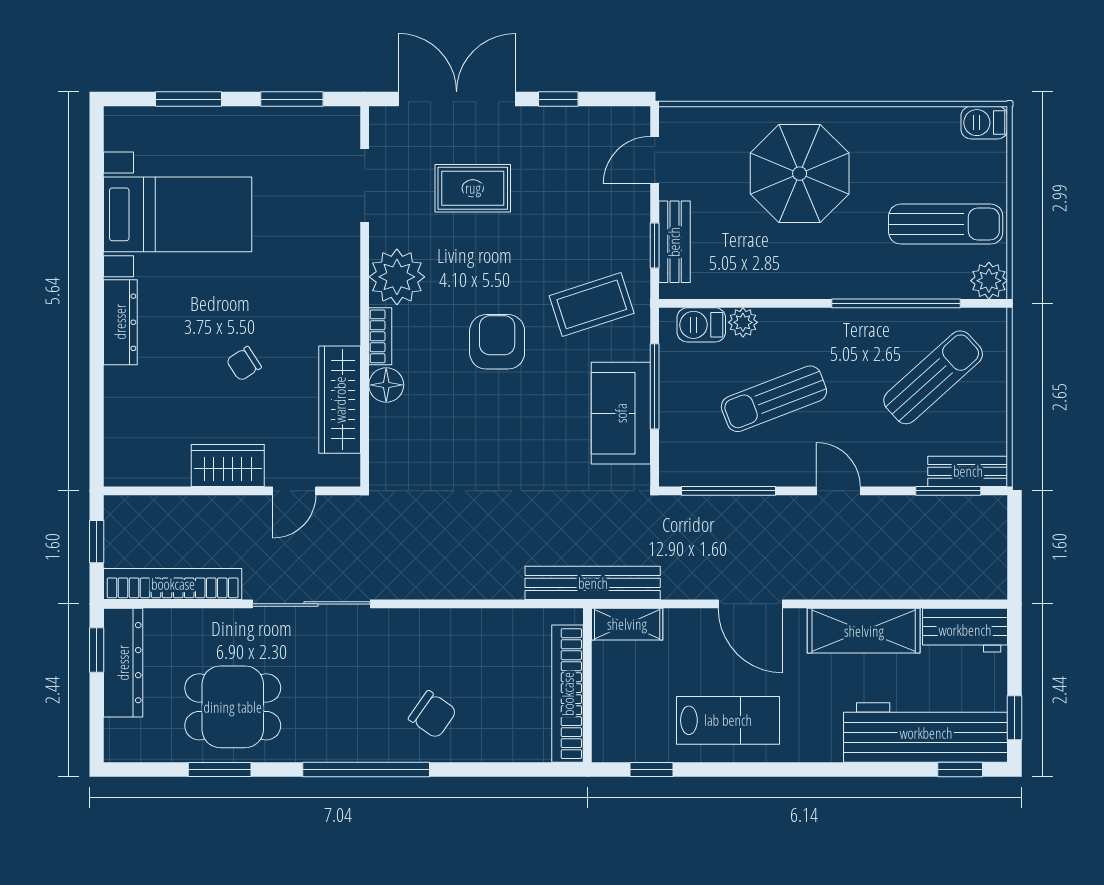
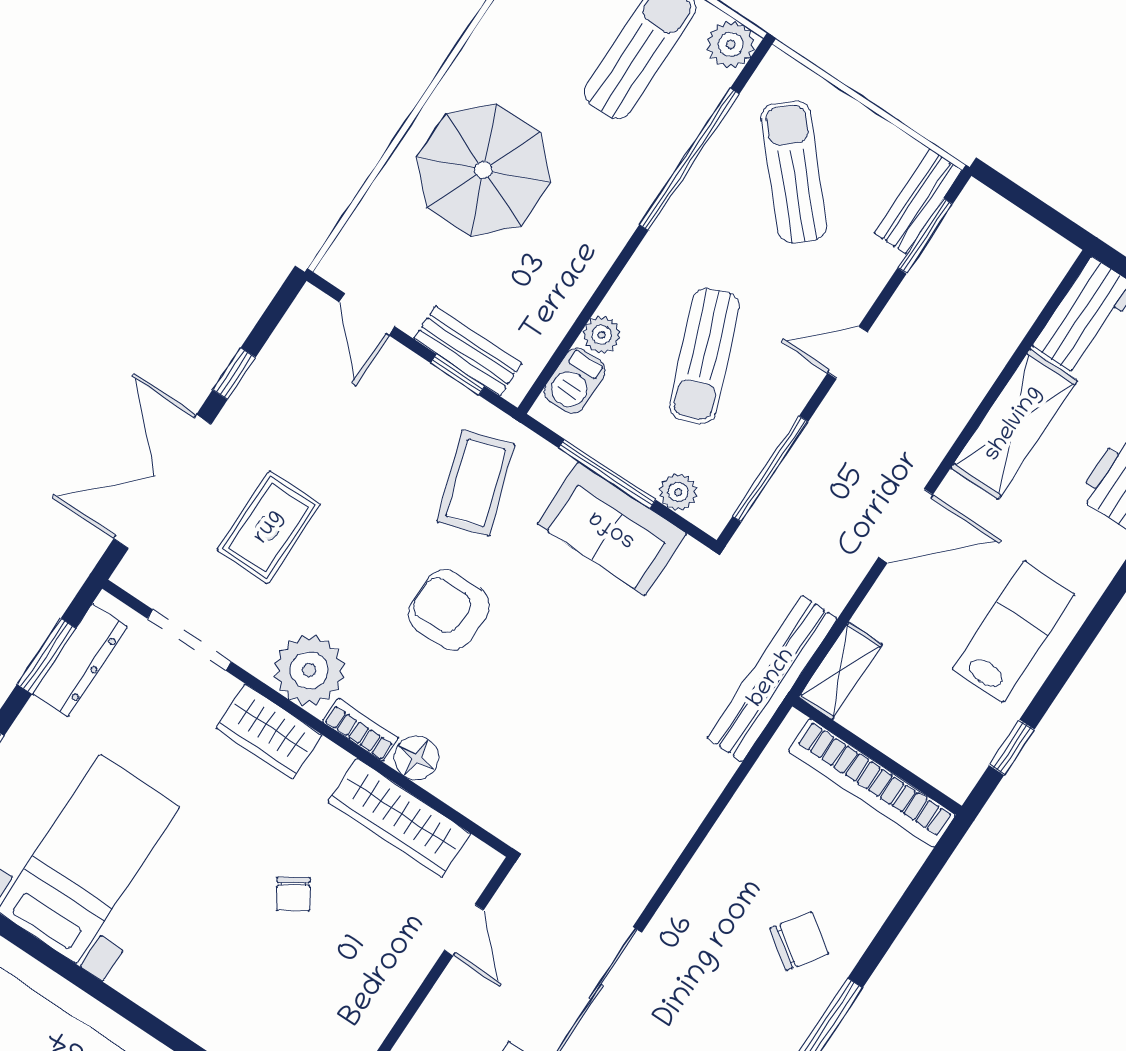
dresser: (120, 322) -> (80, 660), moved, turned 90
plant: (674, 441) -> (678, 492), added
wardrobe: (228, 465) -> (269, 732), moved, turned -90

